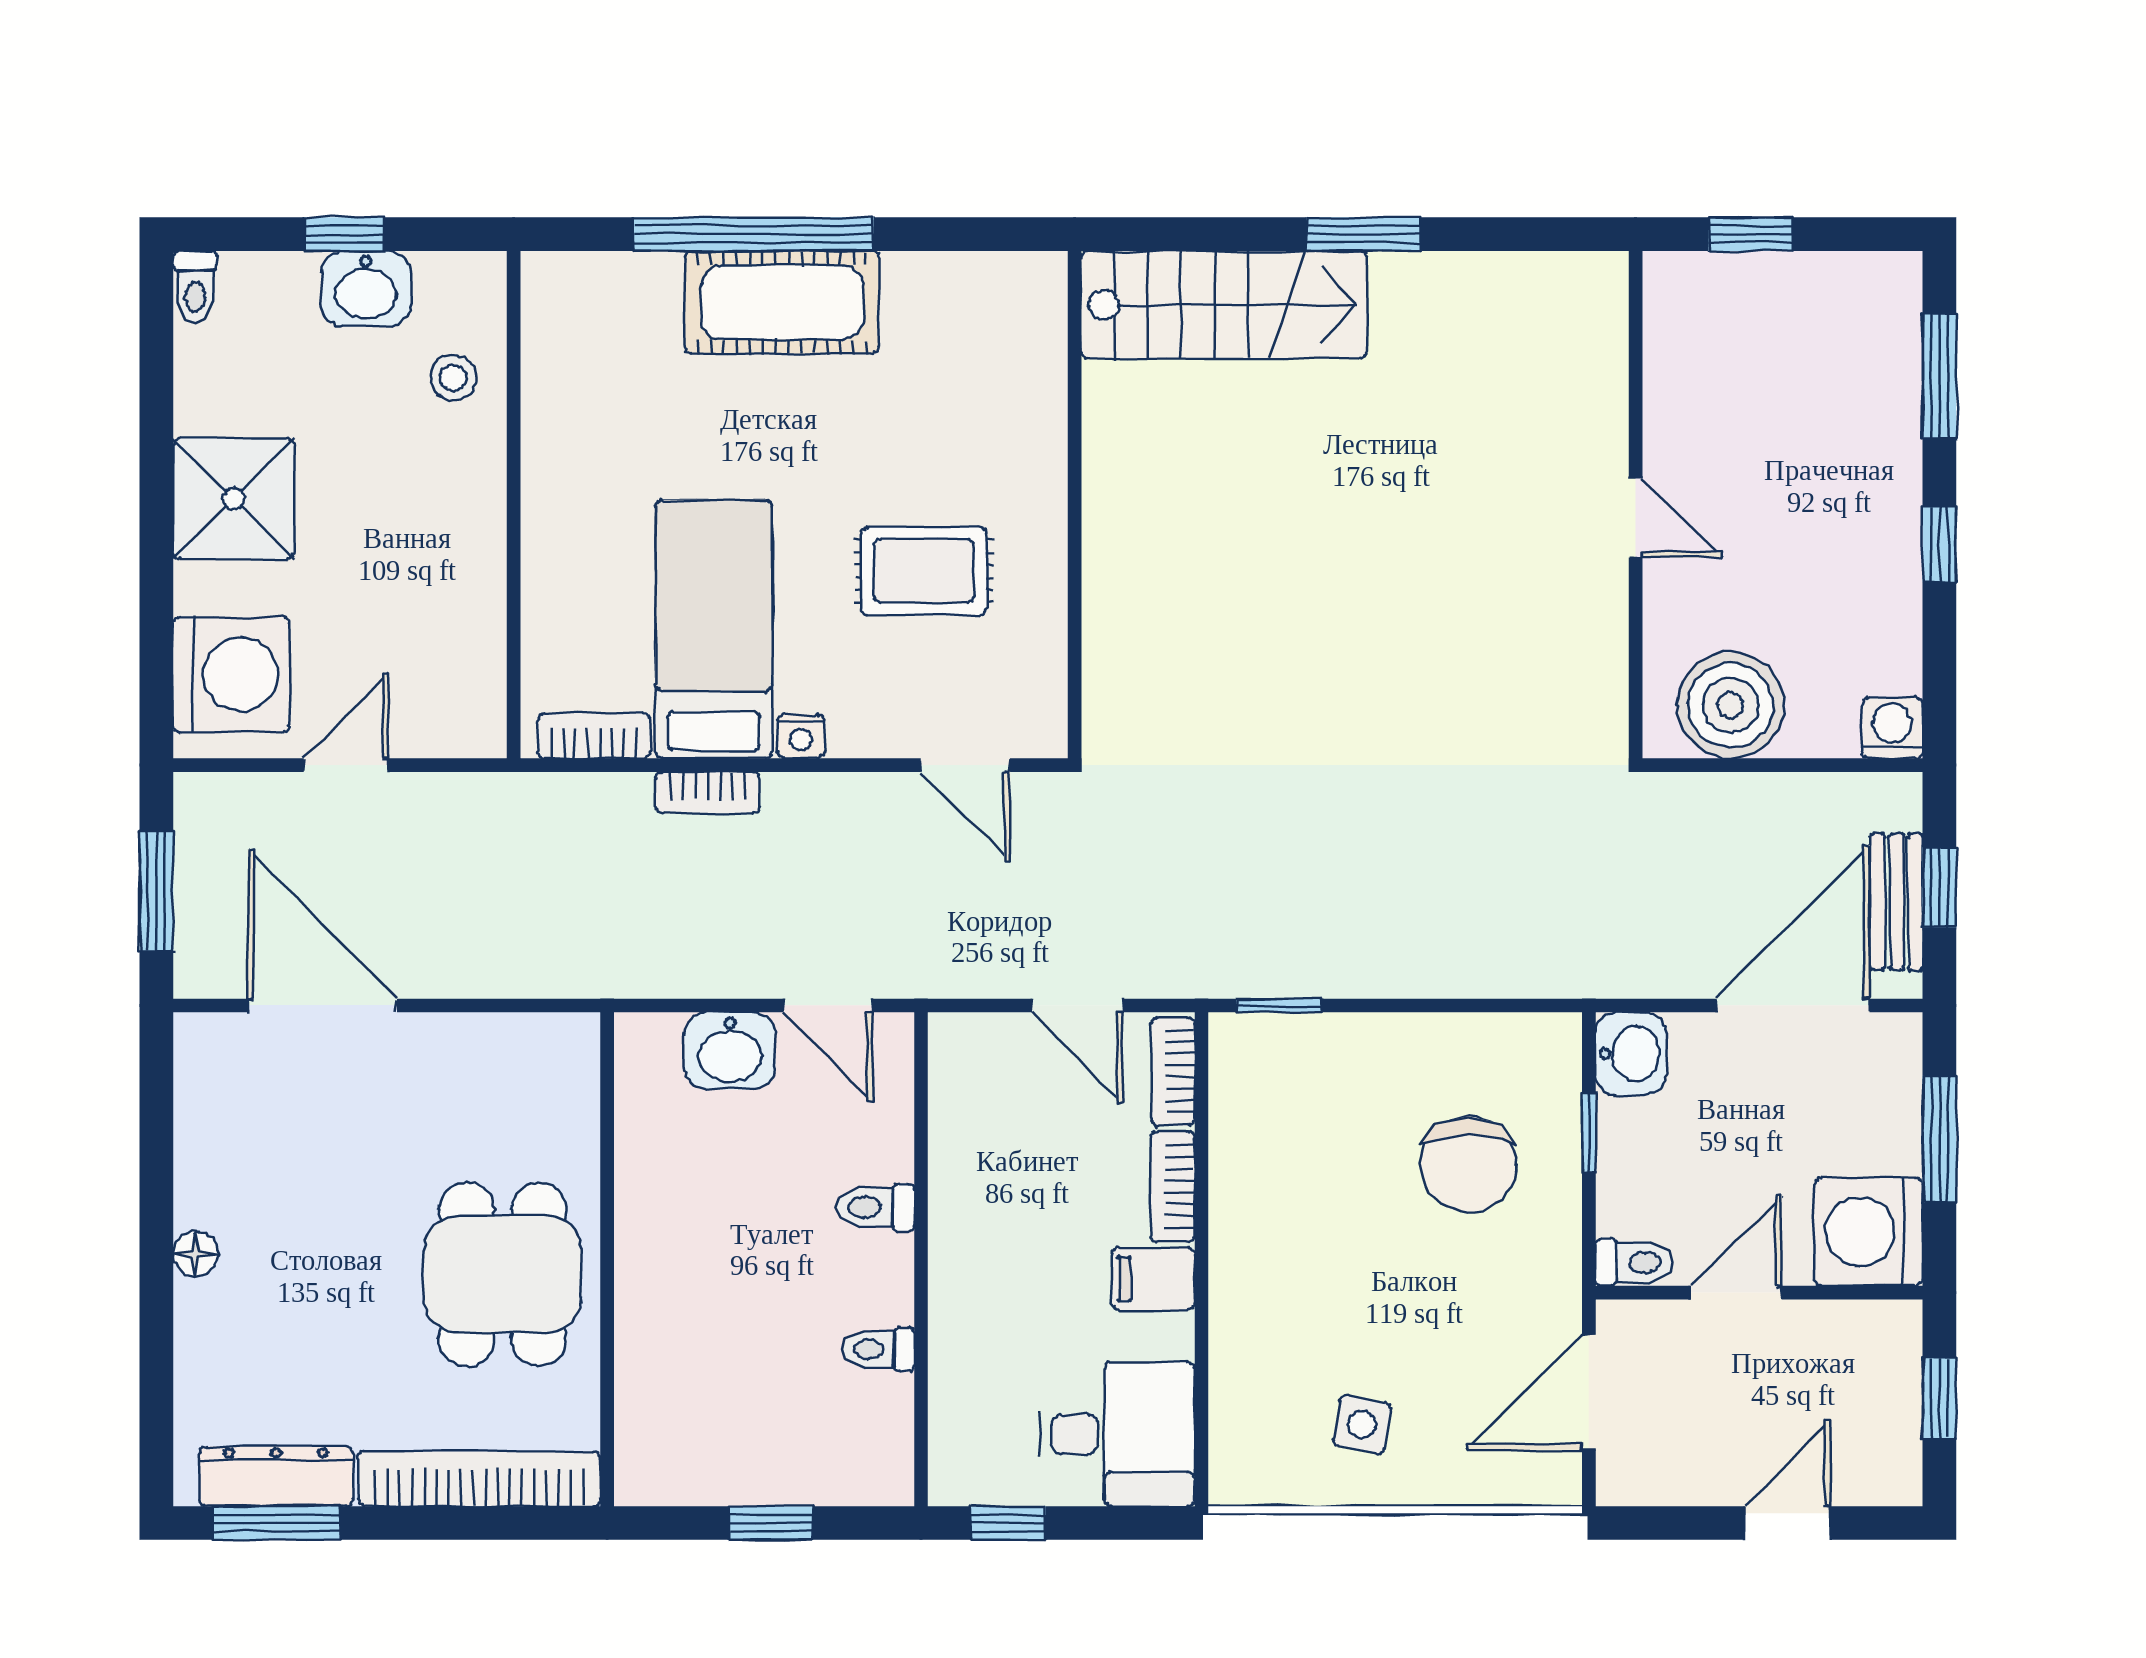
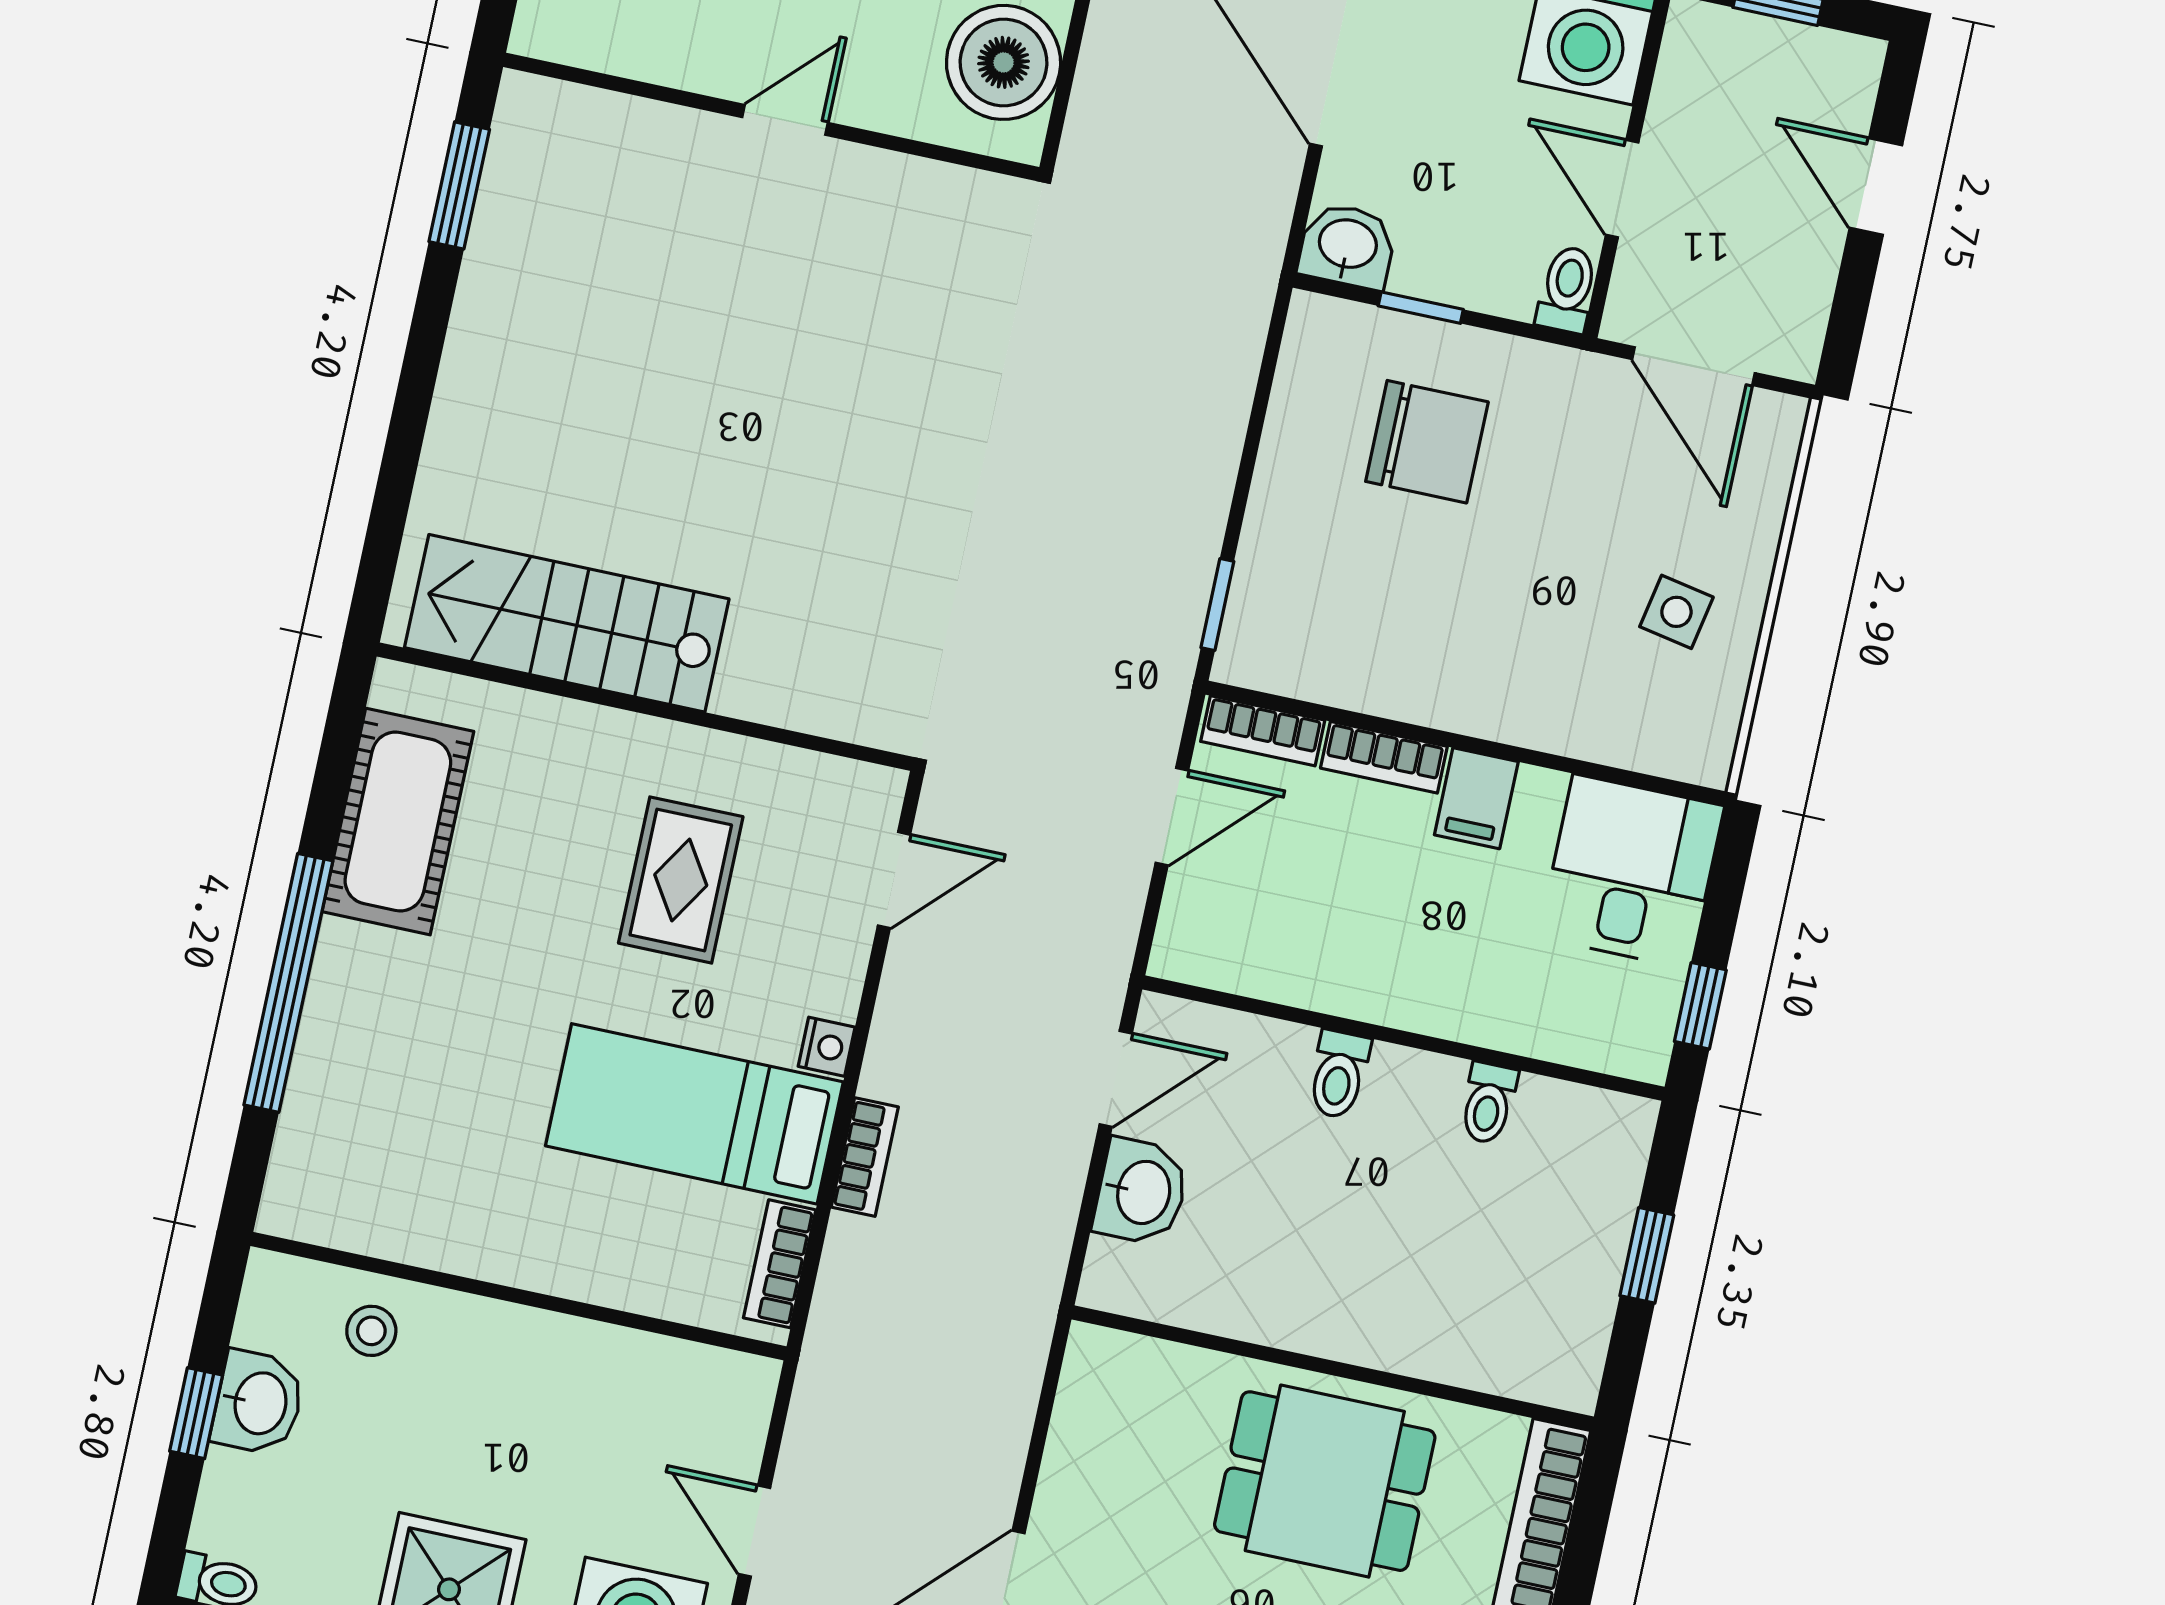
window: (1364, 234) -> (459, 185), moved
cot: (782, 302) -> (398, 822), moved
stairs: (1224, 305) -> (567, 623), moved, turned -90

